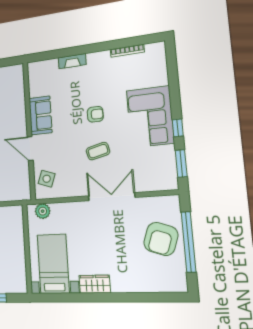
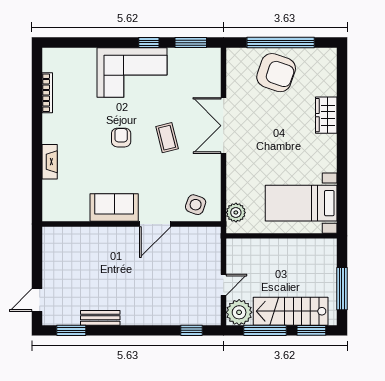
wardrobe: (95, 284) -> (326, 115), moved

